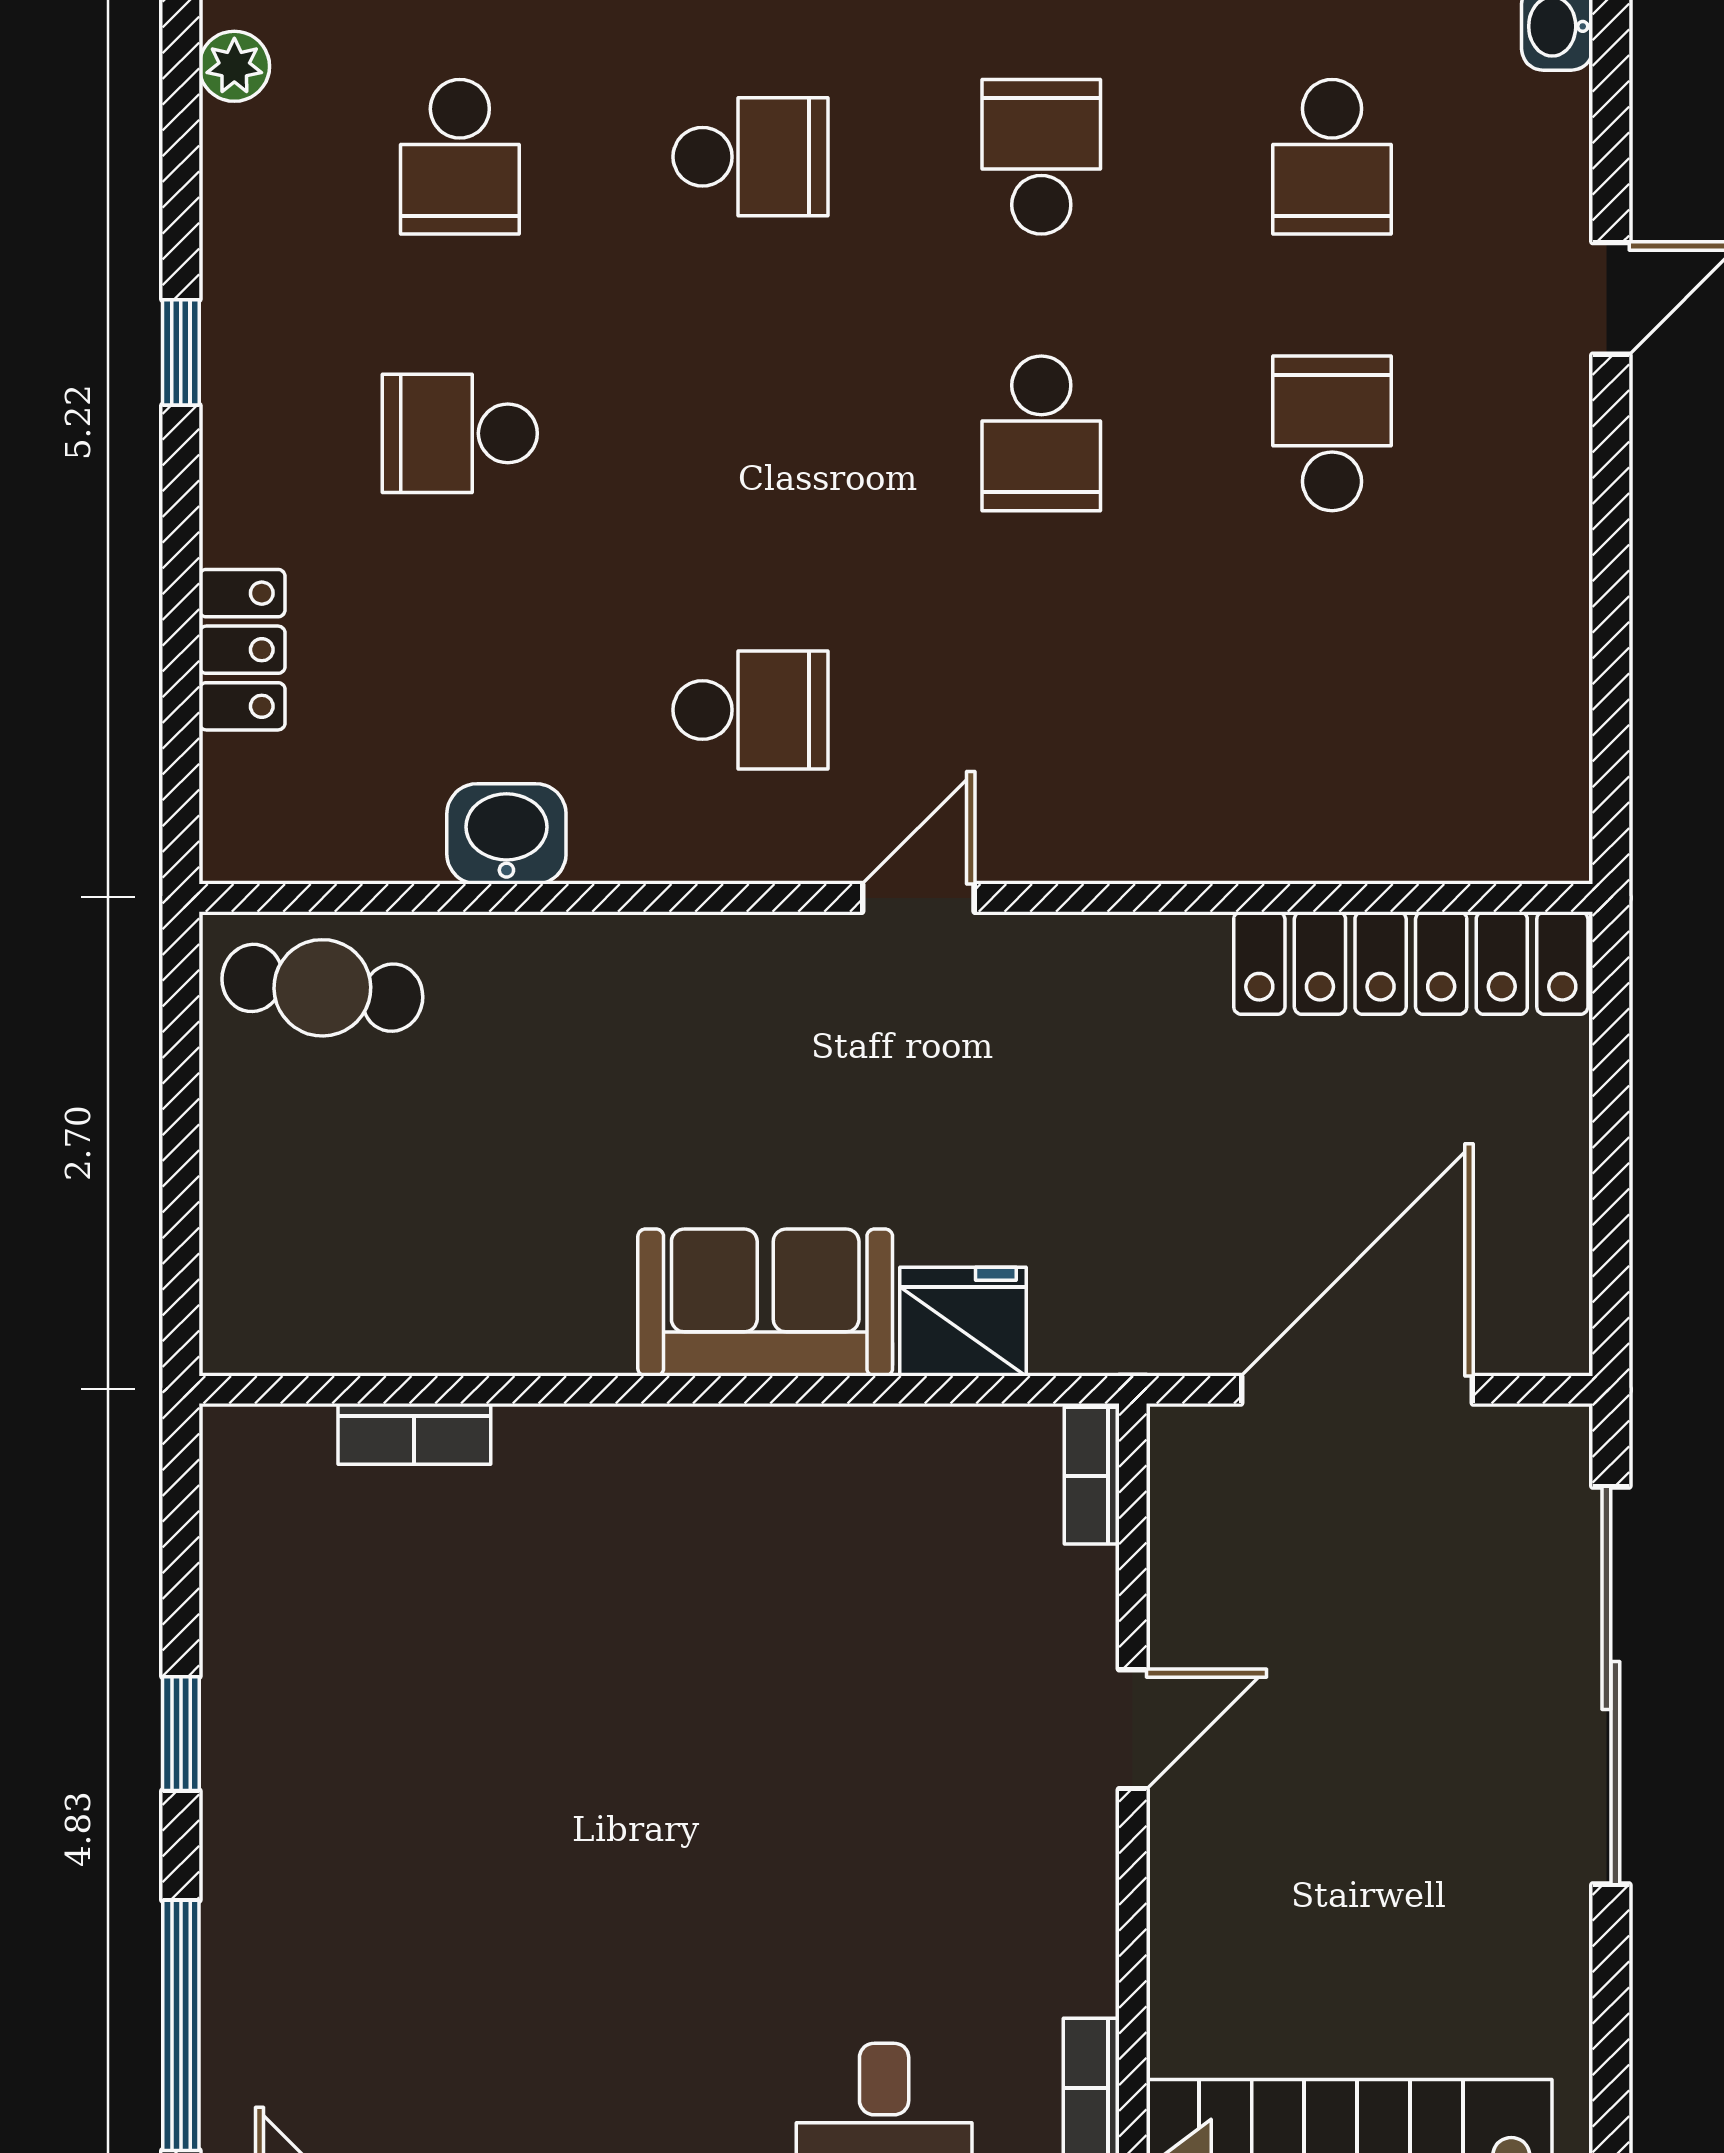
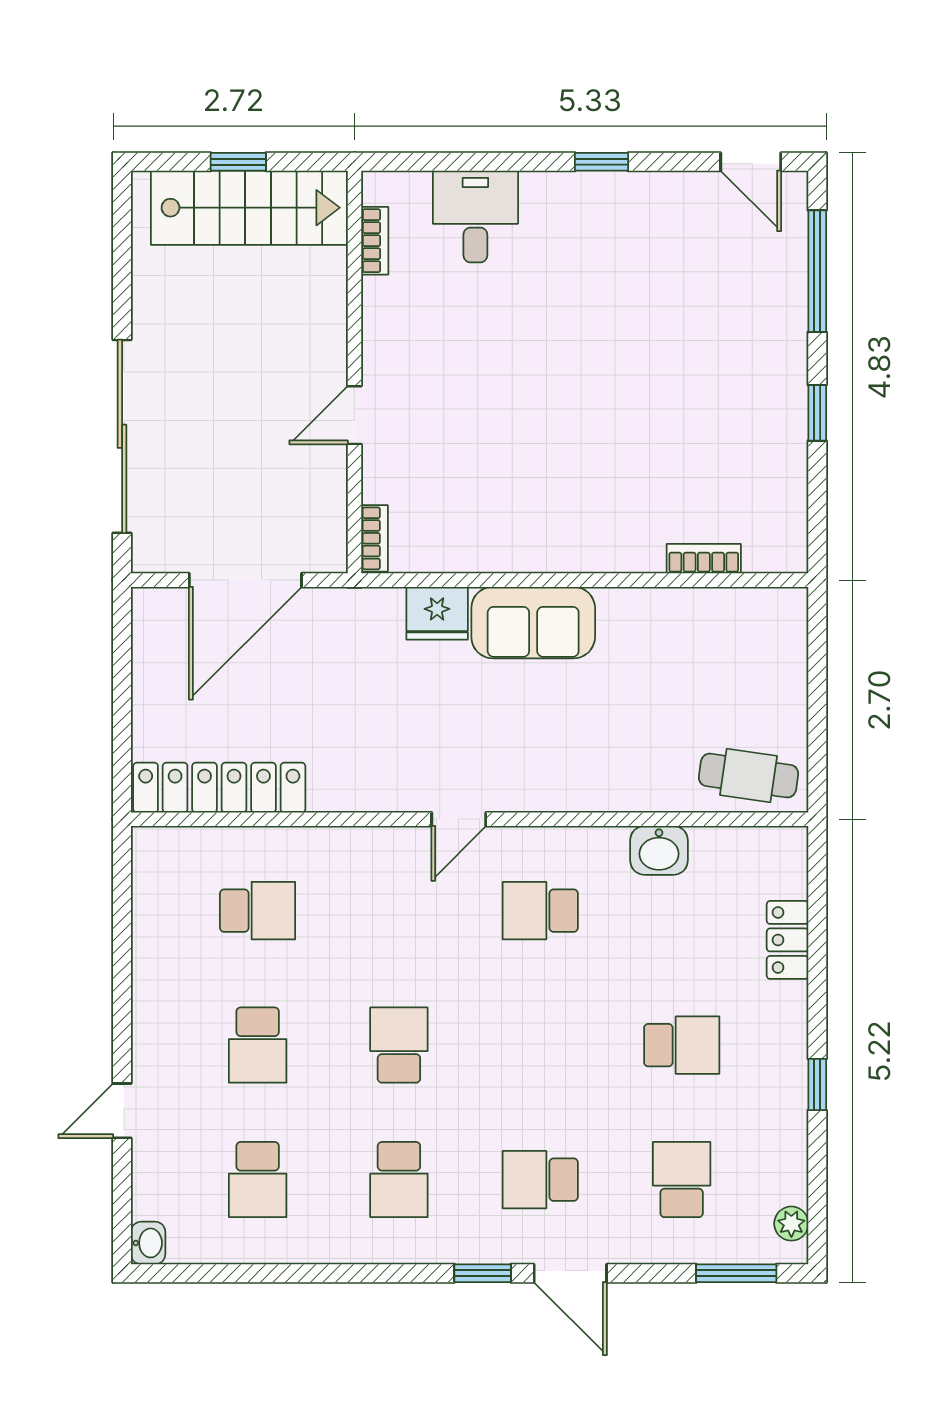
school desk: (1332, 157) -> (258, 1180), turned 180
school desk: (1332, 710) -> (258, 911), added

